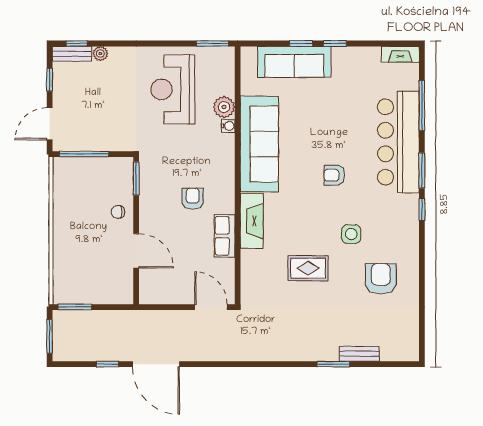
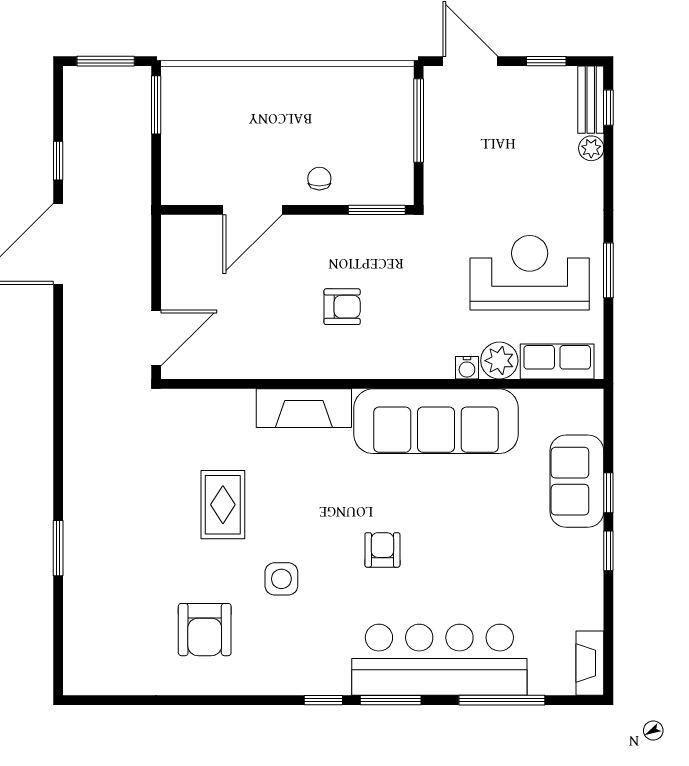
window: (212, 43) -> (608, 270), moved
sofa: (294, 62) -> (577, 481), width x0.73
row of seats: (225, 236) -> (557, 361), moved
armchair: (381, 279) -> (205, 630), turned 90
bench: (359, 354) -> (76, 593), removed

